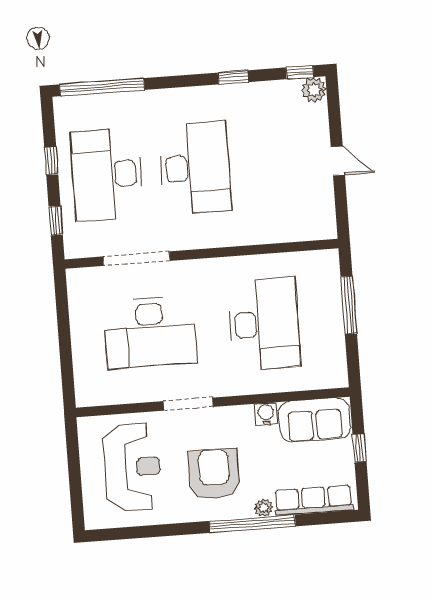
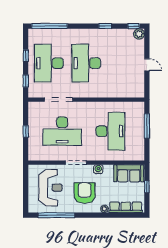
desk: (195, 168) -> (86, 63), turned 180
window: (65, 339) -> (26, 131), added
water cooler: (266, 414) -> (98, 169), moved
window: (252, 524) -> (56, 215), moved

